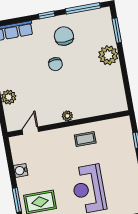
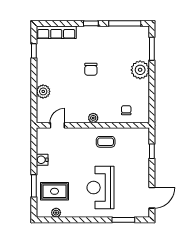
chair: (64, 36) -> (126, 110), moved, width x0.54, depth x0.54

